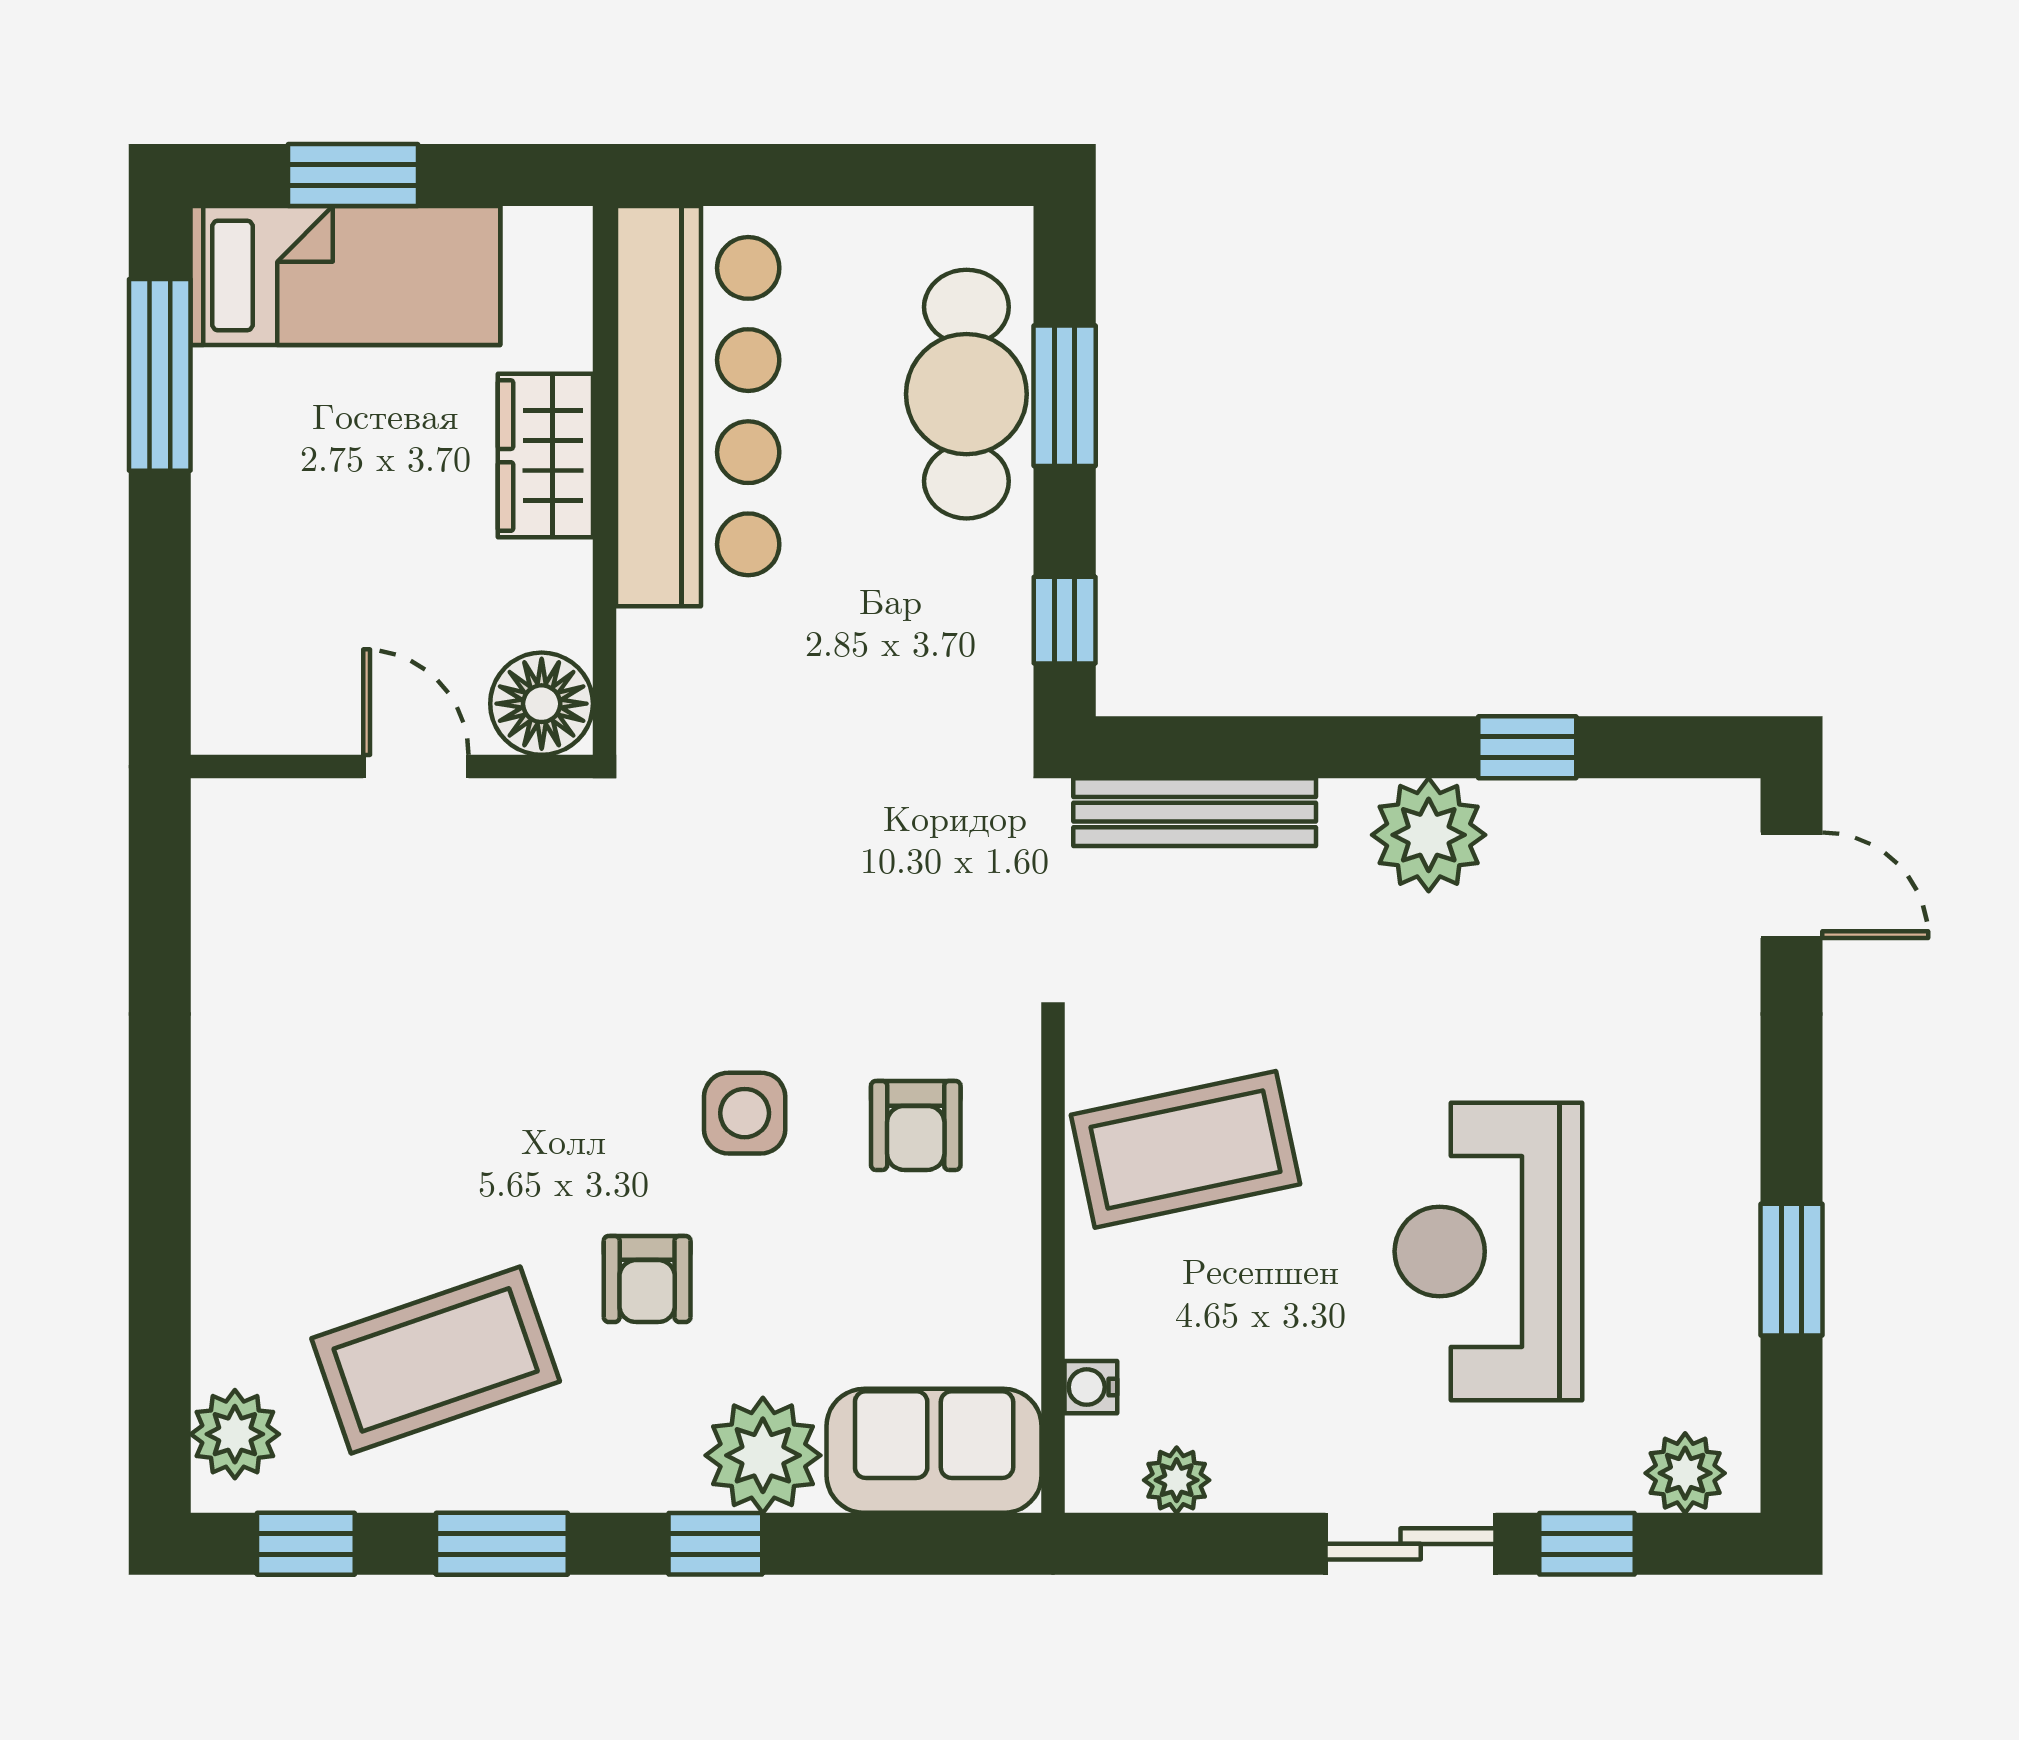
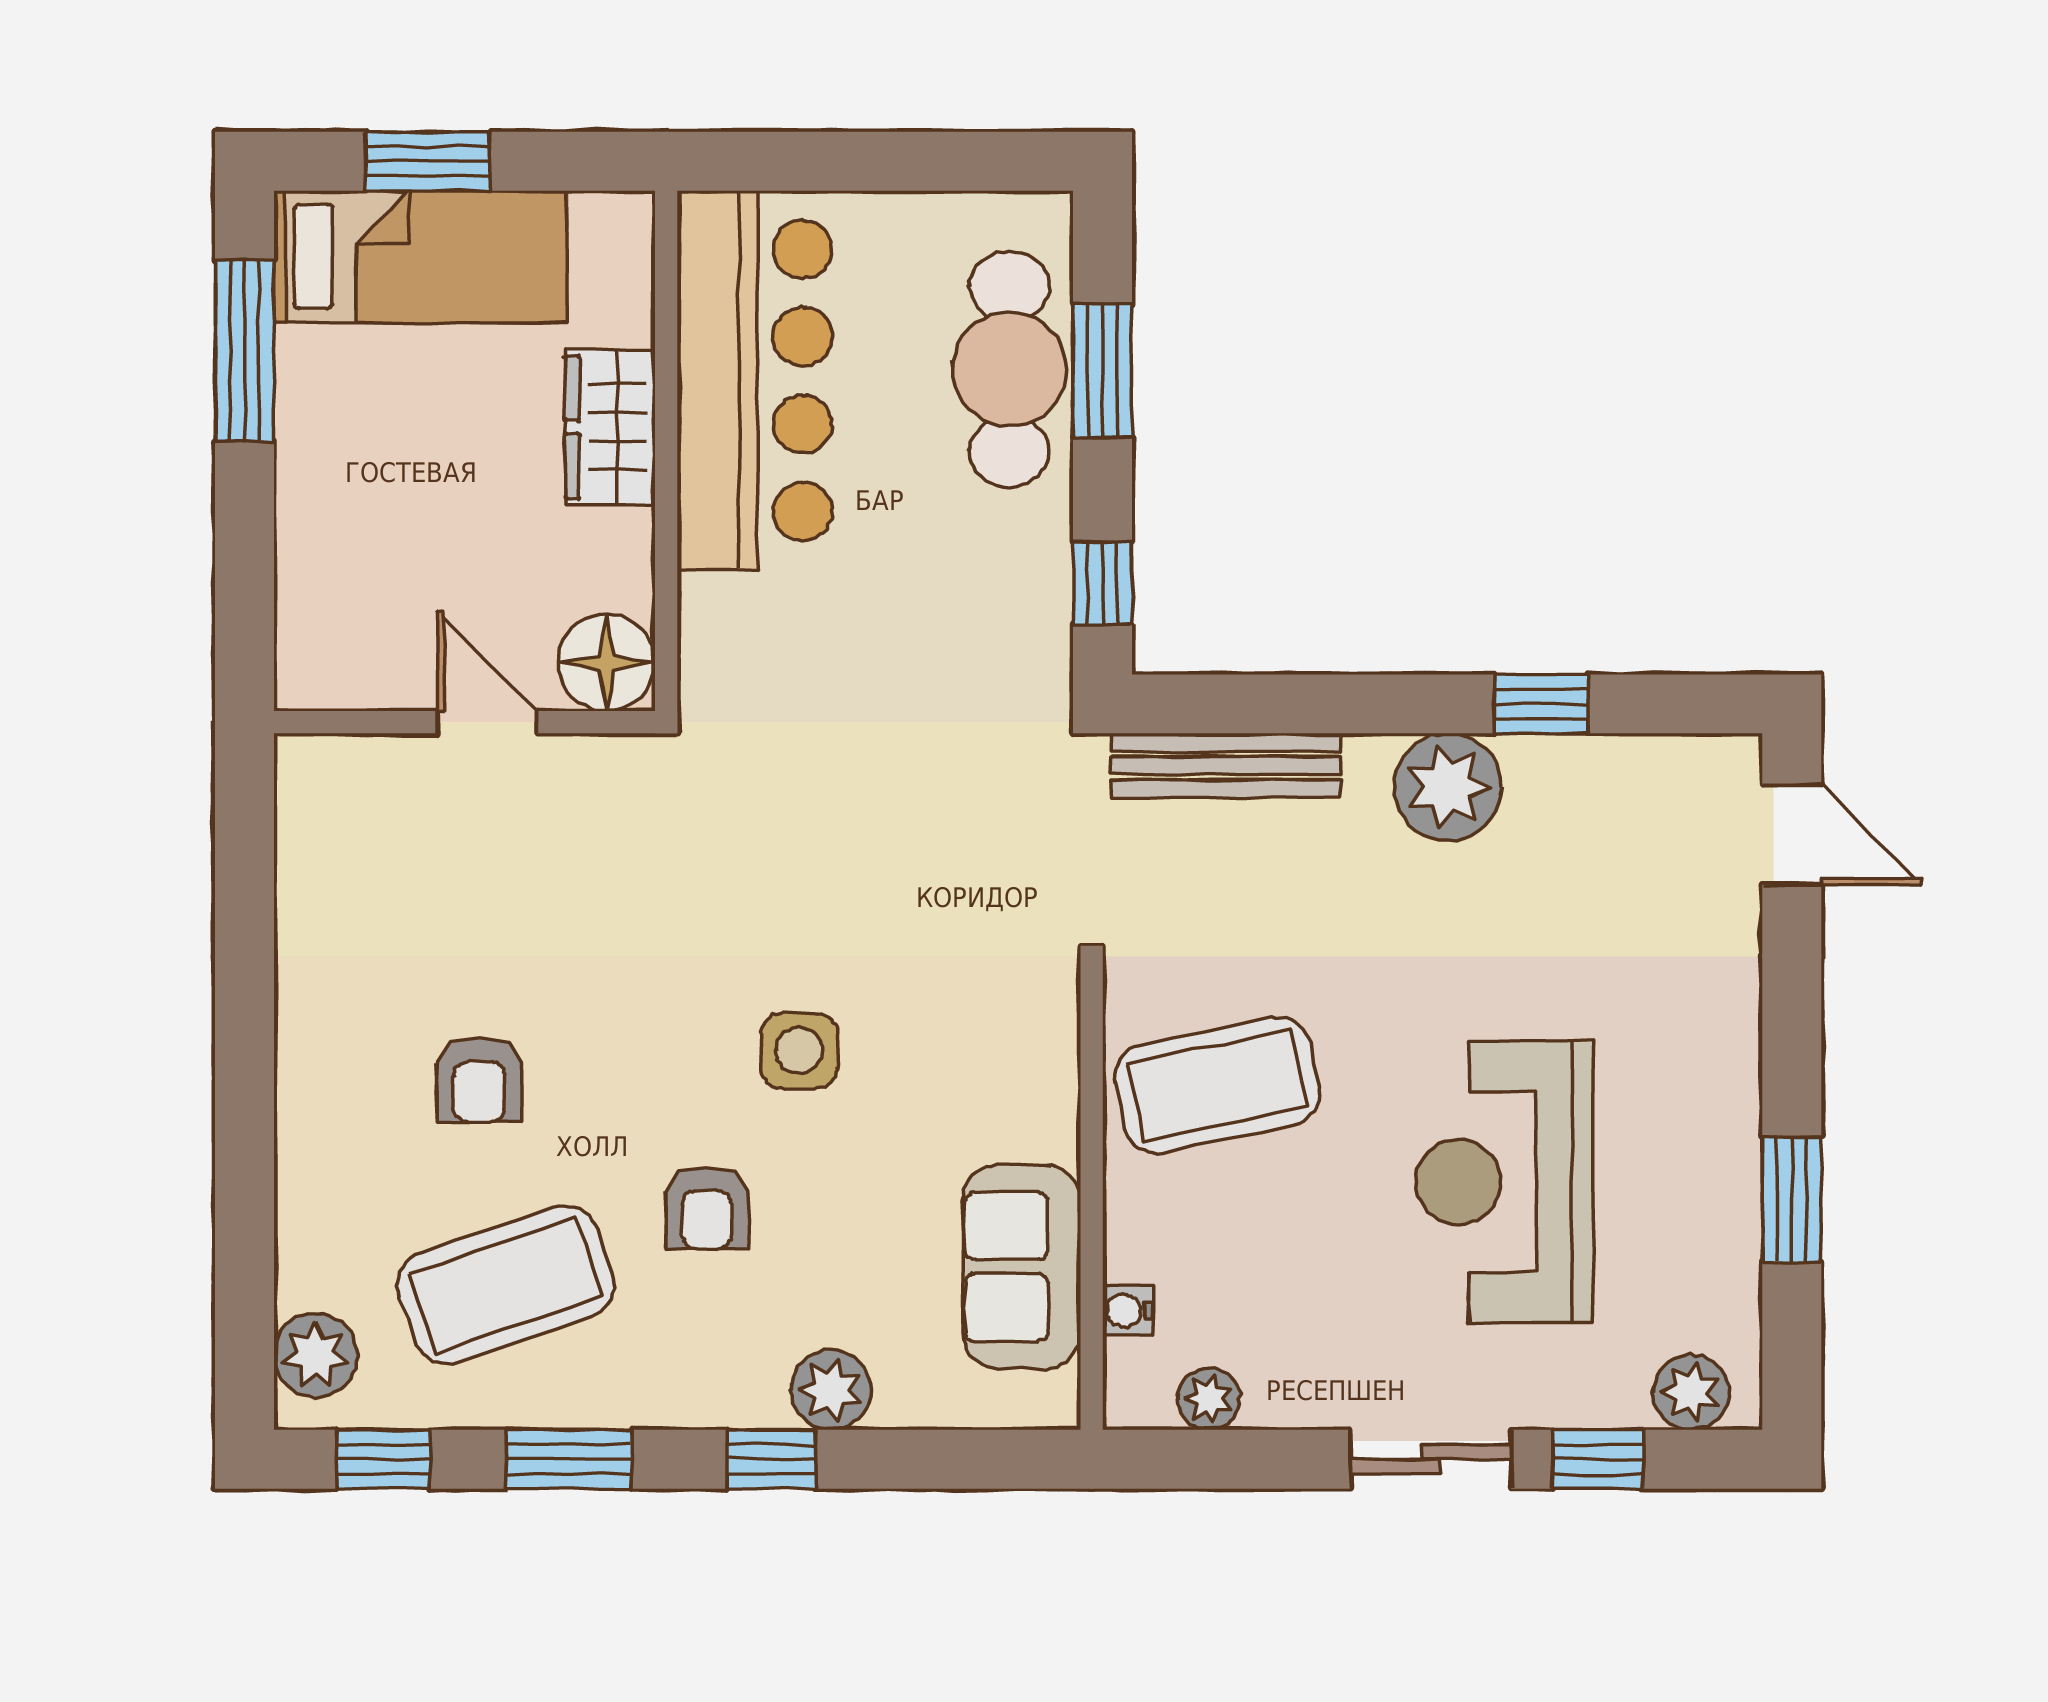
armchair: (916, 1125) -> (479, 1080), moved
sofa: (934, 1451) -> (1022, 1267), moved, turned -90
plant: (763, 1455) -> (831, 1390), width x0.73, depth x0.73

